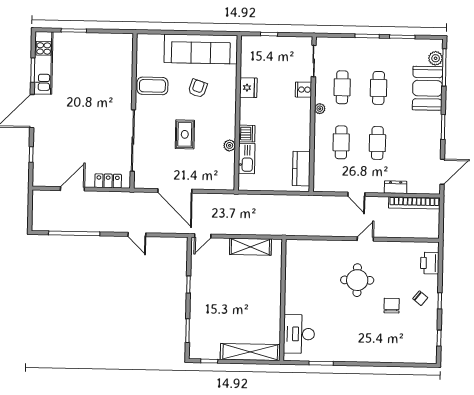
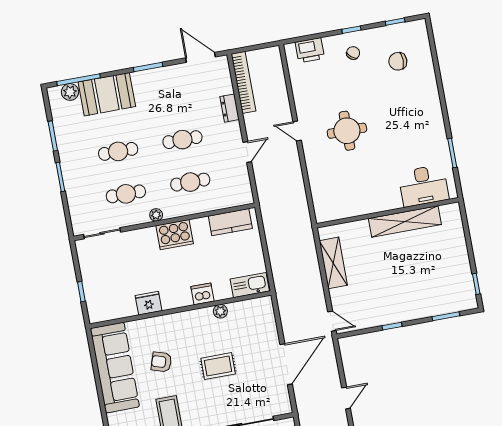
cooker: (303, 90) -> (175, 235), moved, width x1.87, depth x1.31
kitchen sink: (247, 158) -> (250, 285), moved
chair: (392, 306) -> (398, 61), moved
shelving: (250, 352) -> (405, 221), moved, turned 90

